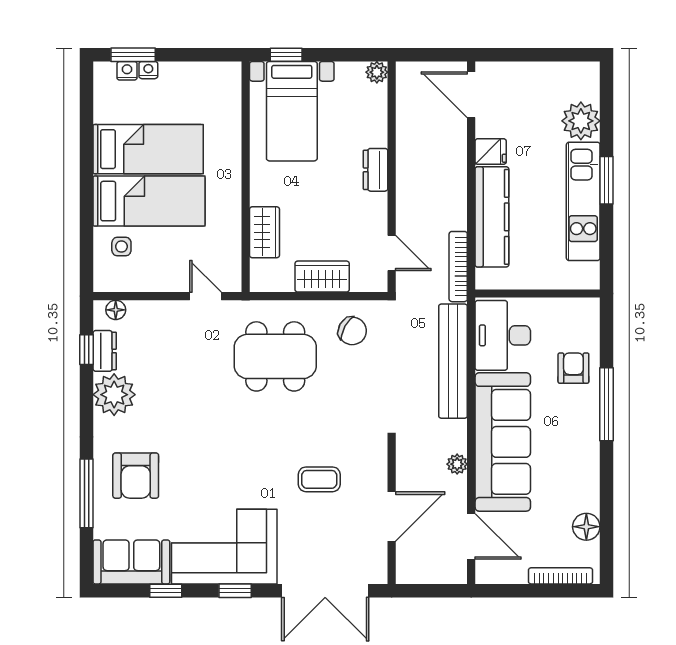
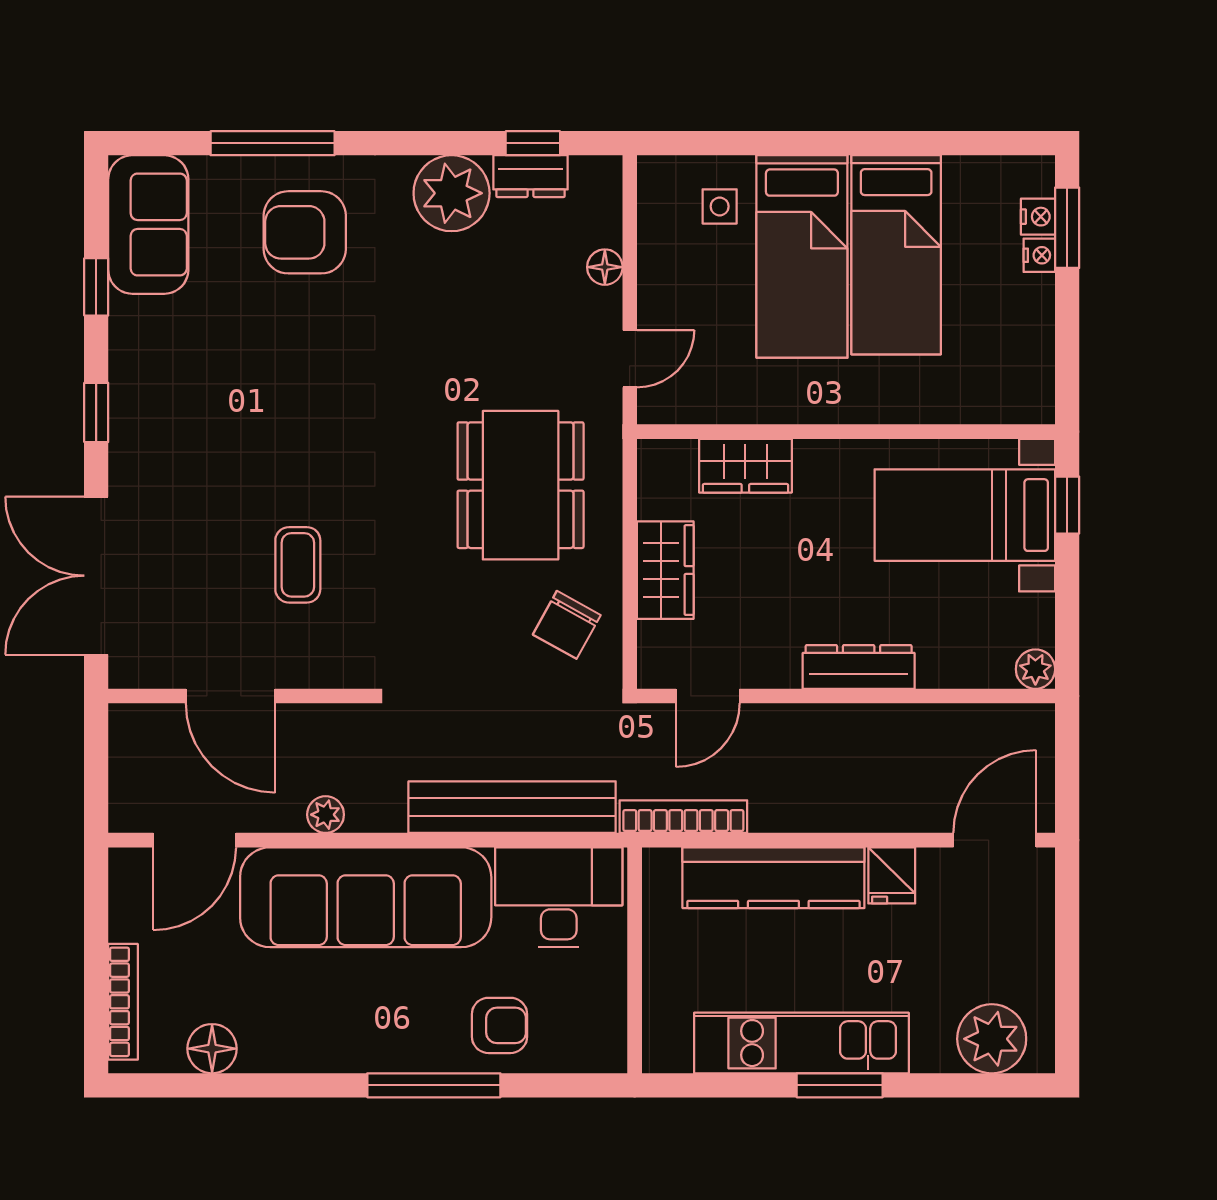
plant: (581, 121) -> (992, 1039), moved
dresser: (376, 170) -> (859, 667), width x1.44
floor lamp: (116, 310) -> (605, 267), moved
corner sofa: (224, 547) -> (176, 393), removed

